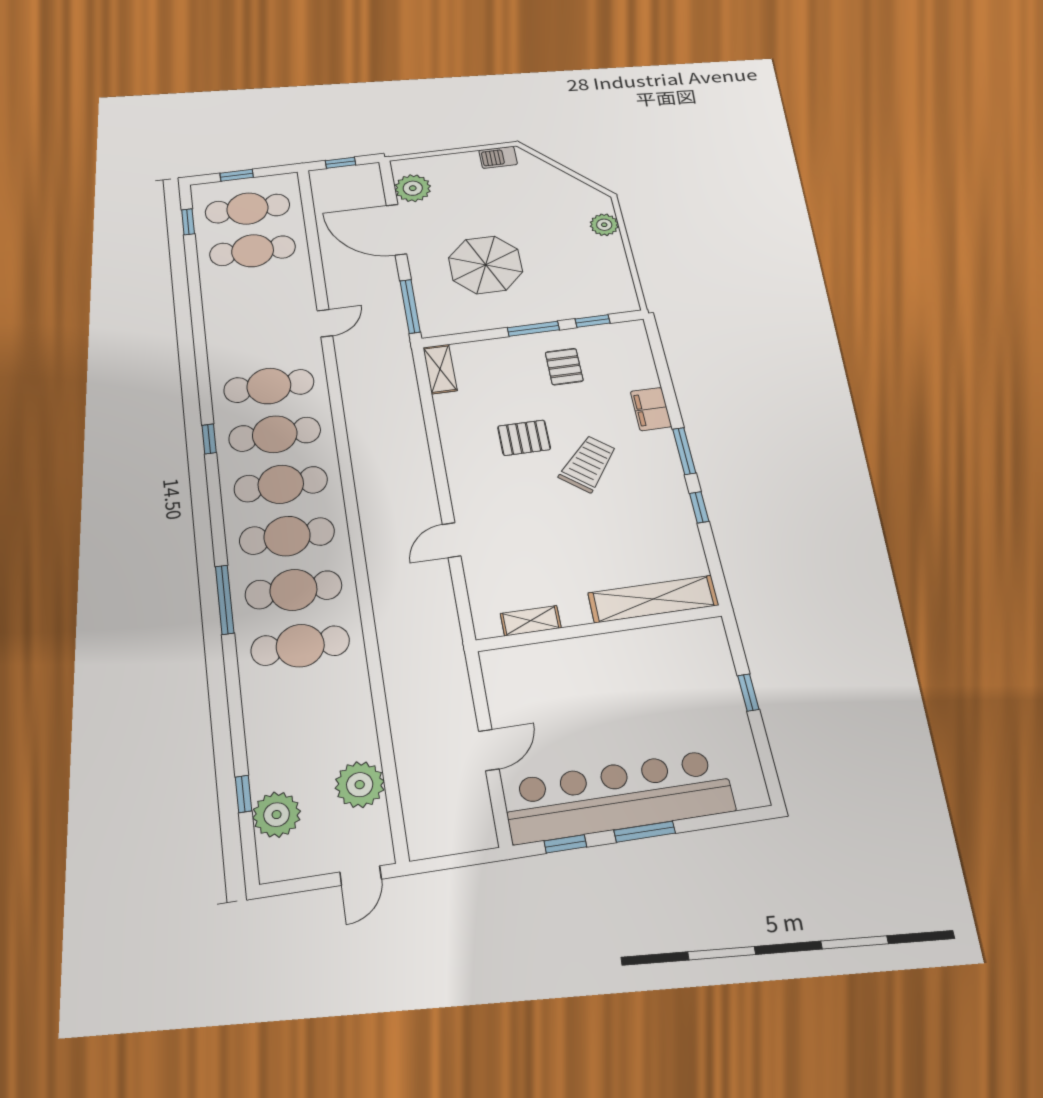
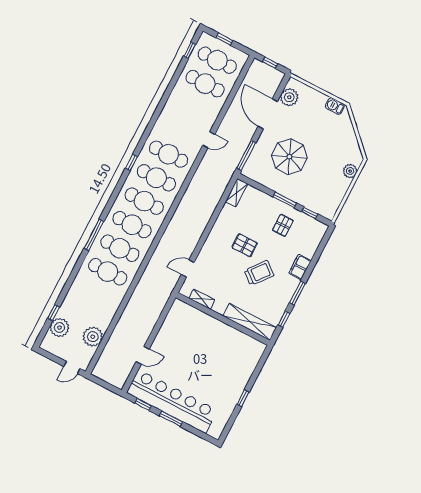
shelving: (653, 599) -> (250, 322), moved
shelving: (531, 621) -> (202, 299), moved
wall: (599, 628) -> (223, 319), moved

